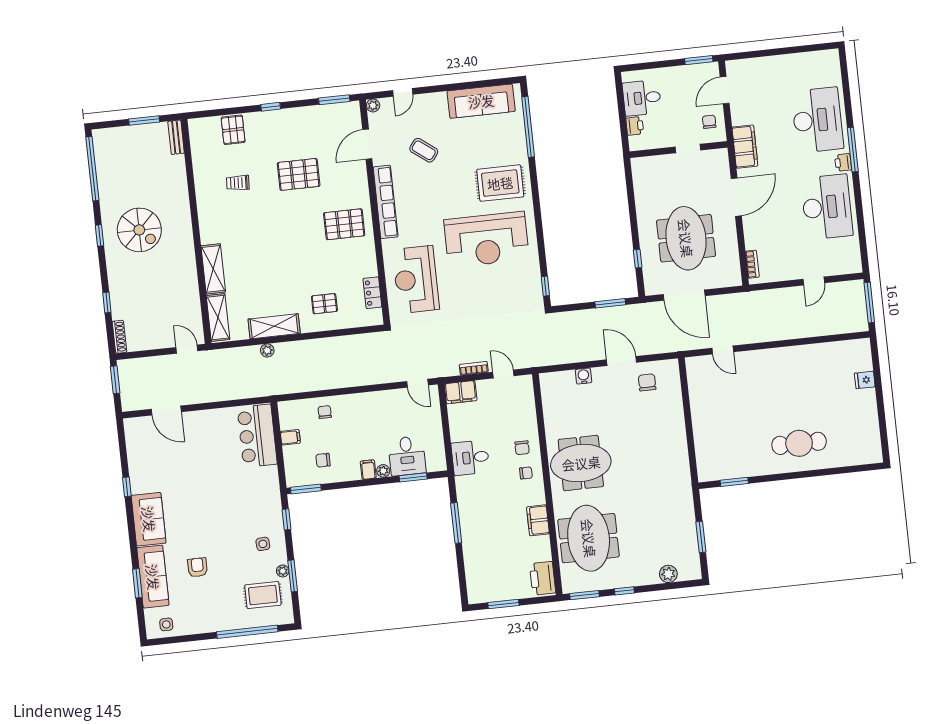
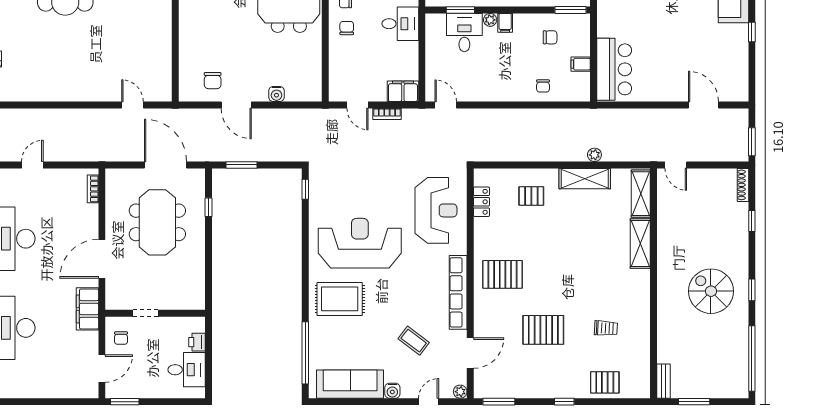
water cooler: (439, 99) -> (392, 391), added
pallet: (233, 130) -> (605, 382), turned 90

